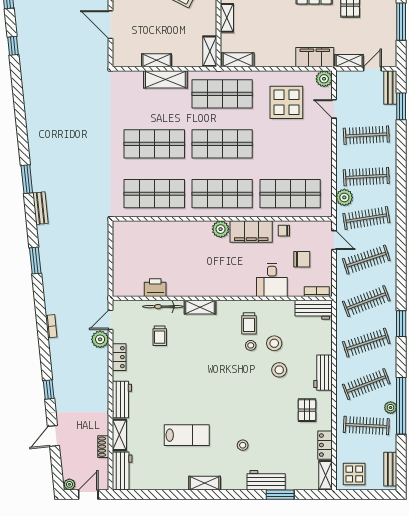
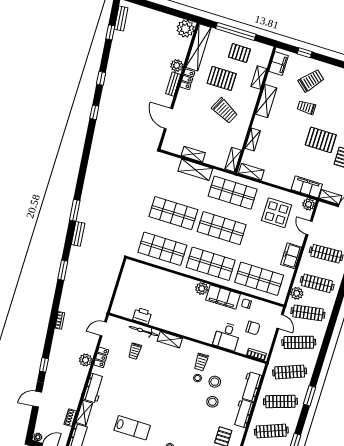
freezer: (322, 152) -> (291, 256), added
workbench: (314, 310) -> (251, 387), moved, turned 90
plant: (100, 339) -> (86, 360), moved

